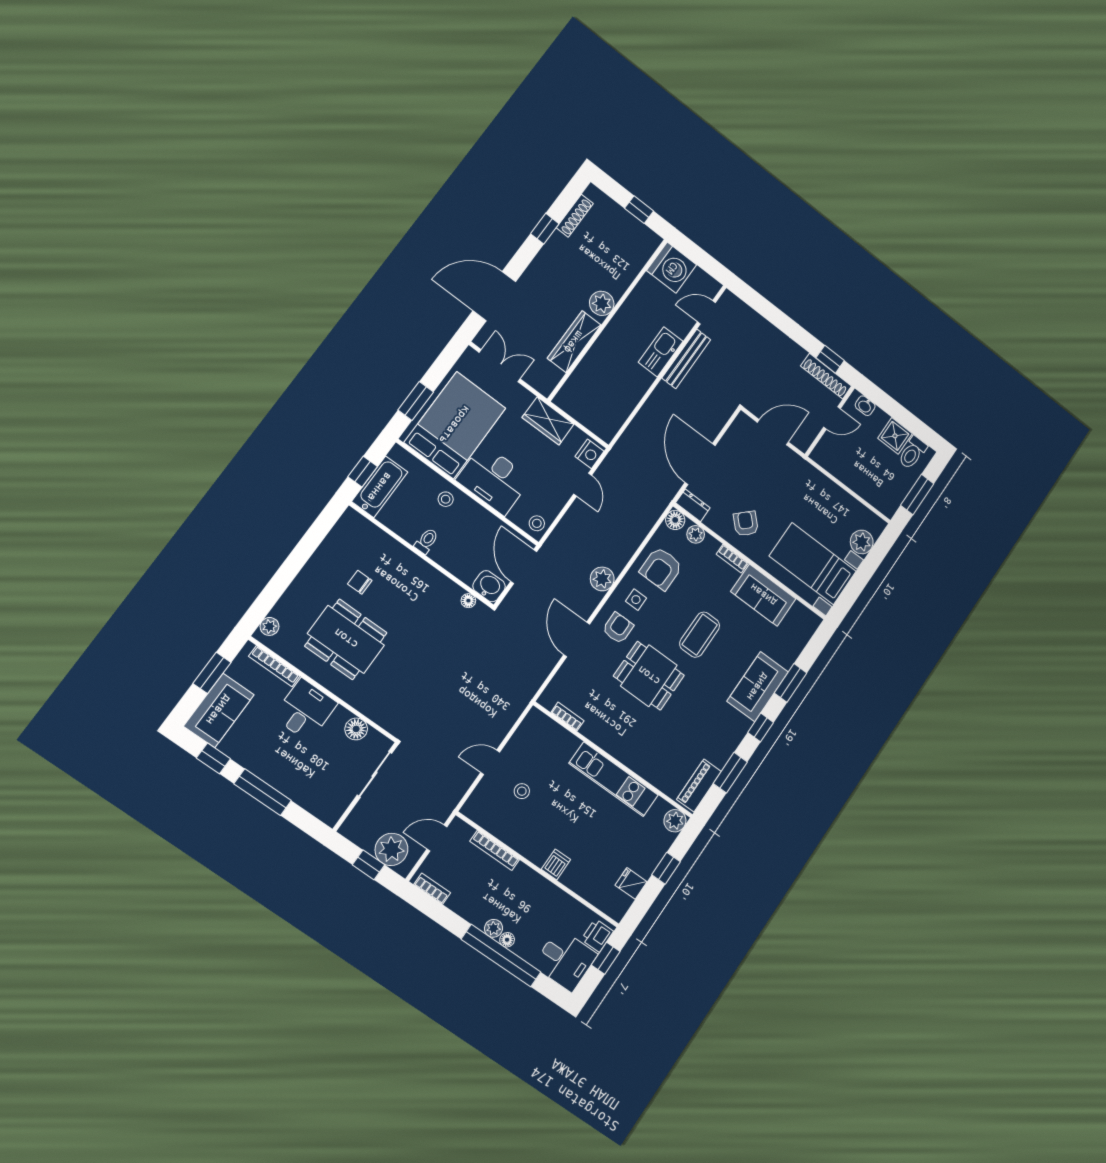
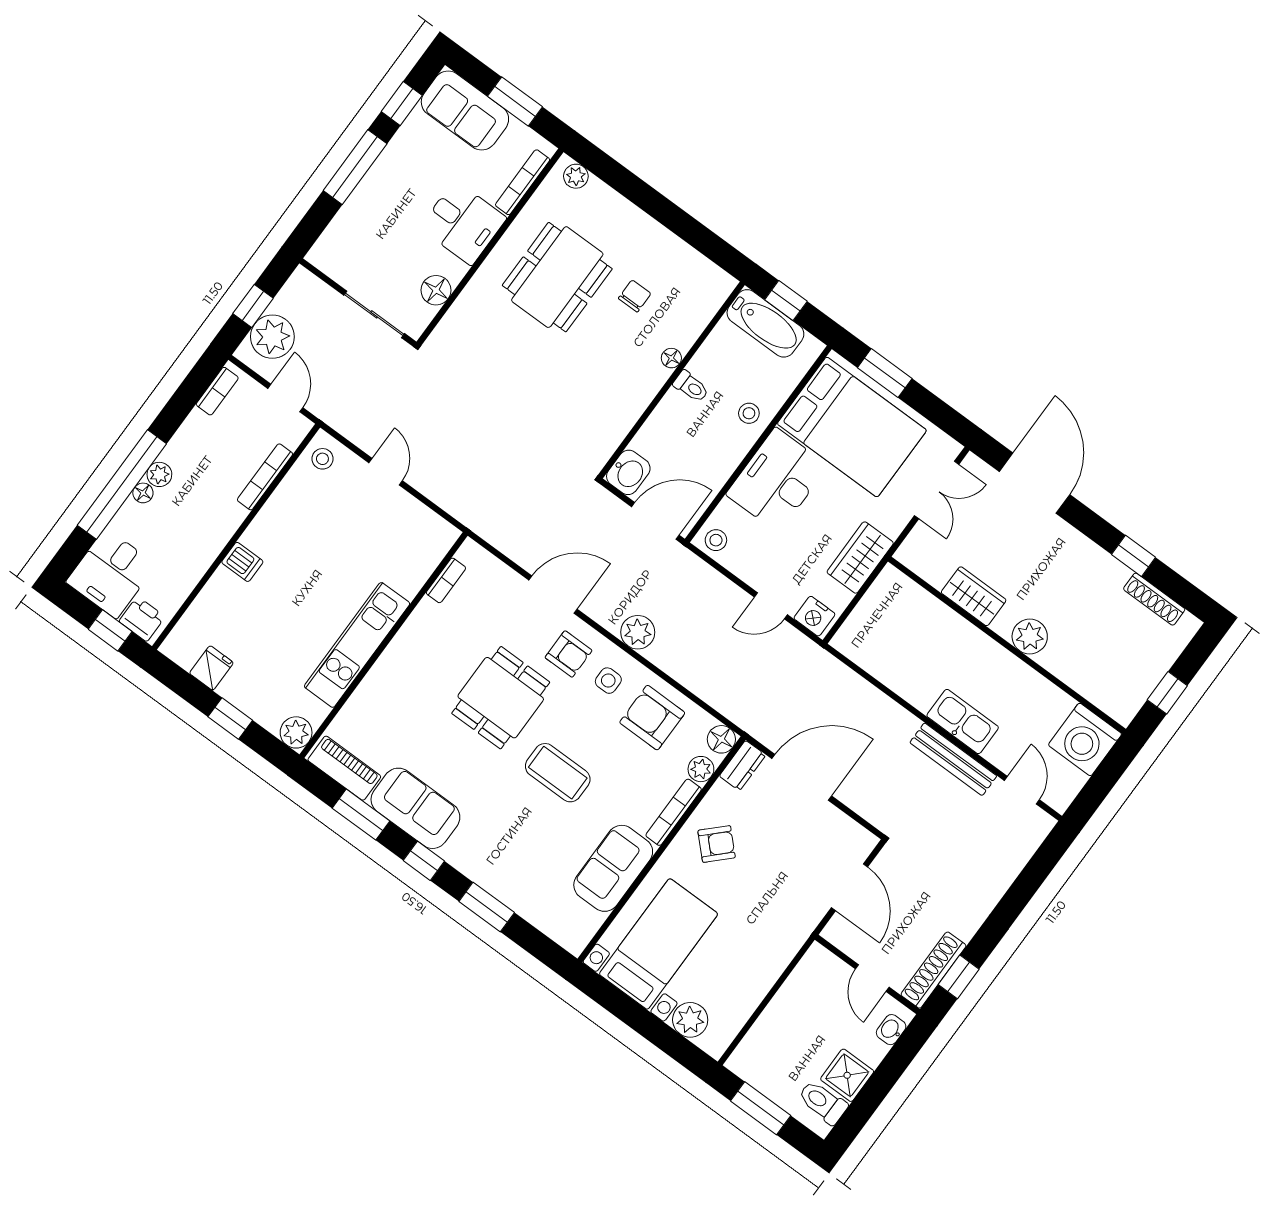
wardrobe: (574, 342) -> (974, 596), width x0.67
bookcase: (732, 559) -> (674, 812), width x1.56
floor lamp: (468, 601) -> (671, 358), moved
sofa: (758, 687) -> (415, 808), moved
stool: (522, 791) -> (322, 459), moved

